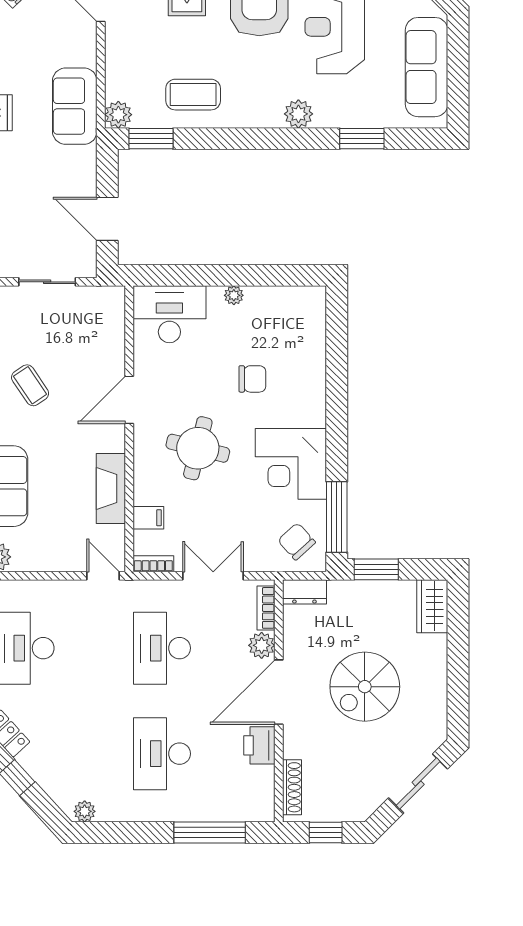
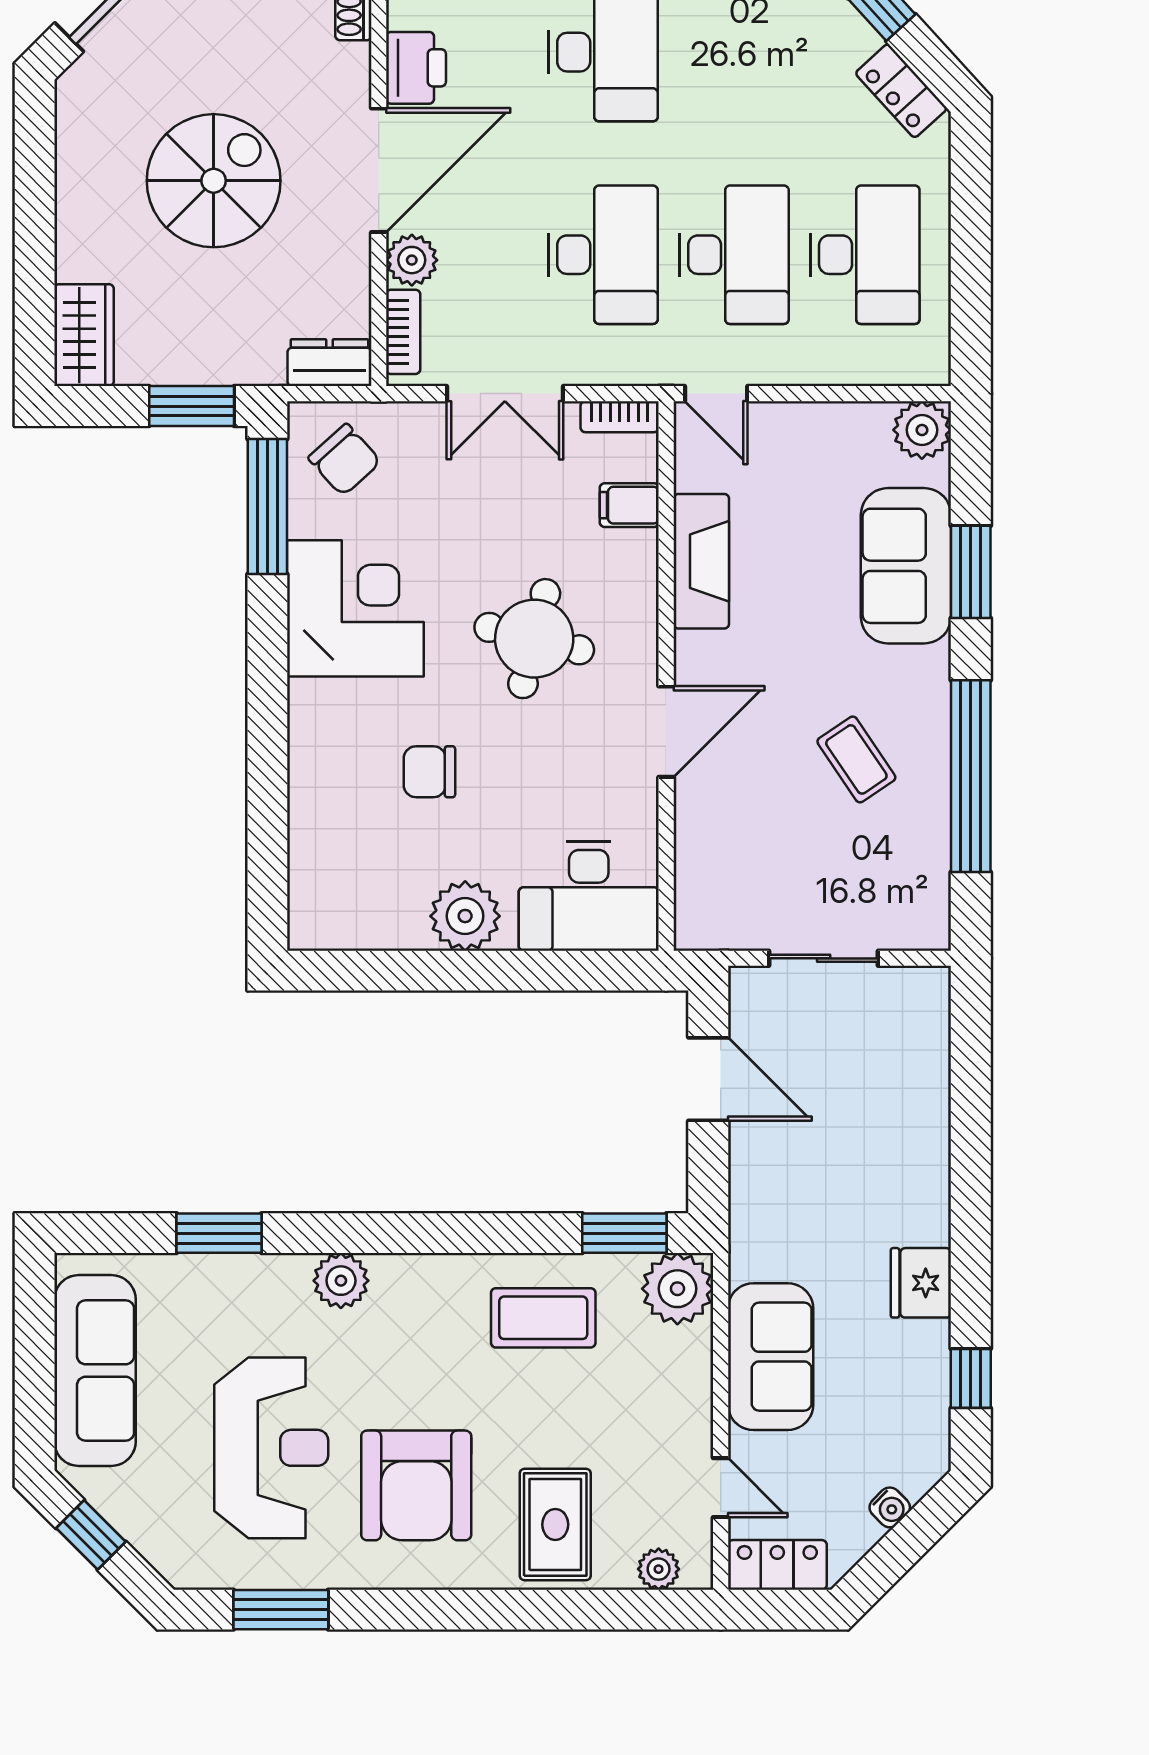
sofa: (75, 106) -> (771, 1357), moved
plant: (118, 115) -> (677, 1289), width x1.36, depth x1.36
plant: (234, 295) -> (465, 916), width x1.88, depth x1.88
desk: (94, 648) -> (734, 255), added

